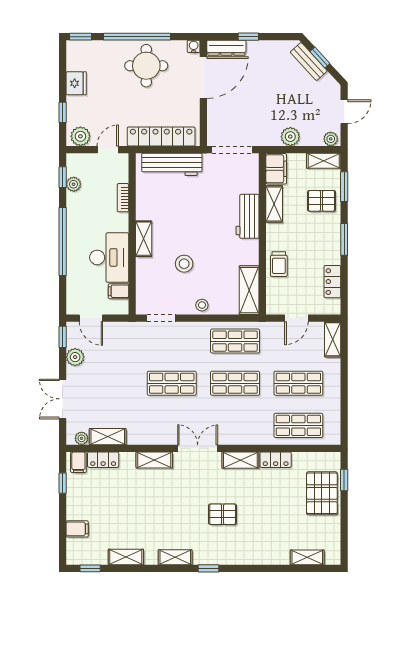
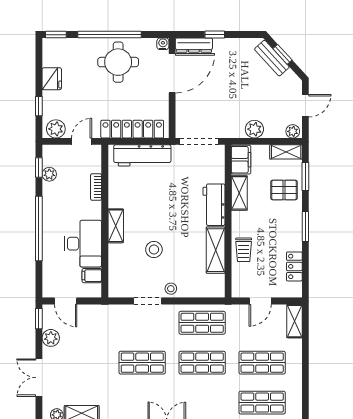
shelving: (249, 290) -> (216, 250), moved
doorway: (161, 318) -> (148, 301), moved

